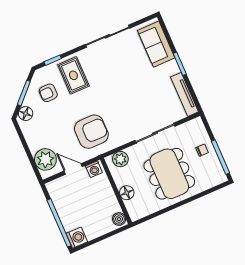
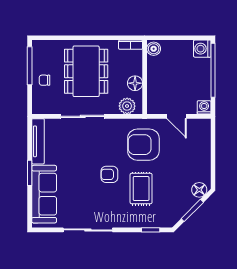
sofa: (156, 44) -> (44, 194), width x1.36
rug: (73, 75) -> (141, 189), moved
armchair: (48, 93) -> (109, 174), moved, turned 180
plant: (45, 159) -> (199, 137), removed
washing machine: (94, 169) -> (204, 107), moved
floor lamp: (127, 193) -> (135, 83), moved
bookcase: (141, 214) -> (131, 45), added

